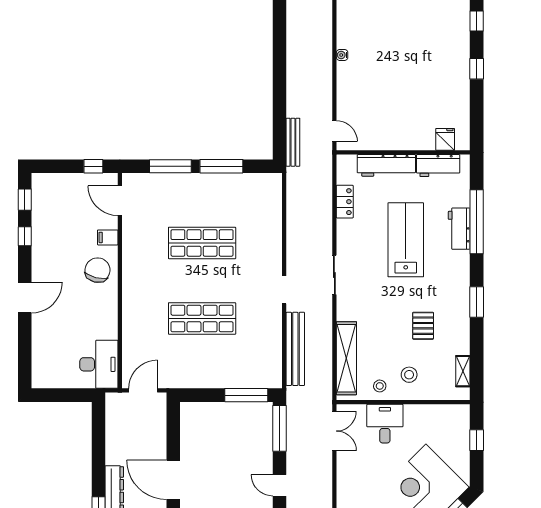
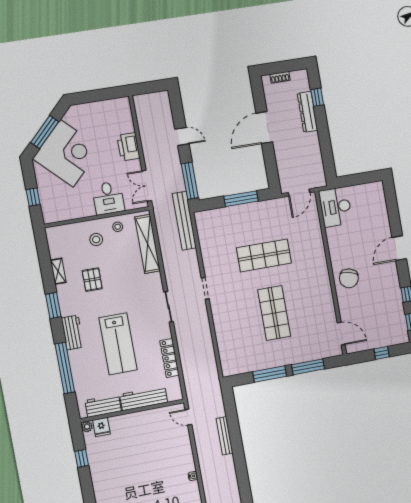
window: (477, 69) -> (82, 458), moved
bench: (293, 142) -> (225, 436), moved
plant: (463, 143) -> (87, 427), added
window: (93, 166) -> (382, 353), moved
locker: (345, 202) -> (170, 358), width x1.53
workbench: (459, 229) -> (72, 333), moved
filing cabinet: (108, 237) -> (345, 304), removed
shop shelf: (202, 243) -> (274, 313), turned 90
bench: (295, 349) -> (184, 221), moved
shelving: (463, 371) -> (58, 271), moved
window: (246, 395) -> (241, 199), moved
door: (173, 480) -> (264, 128), swing flipped
printer: (348, 483) -> (128, 147), added

